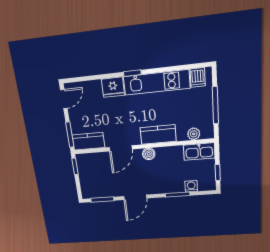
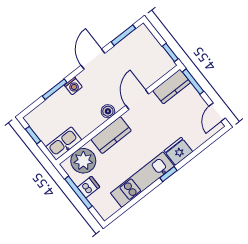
dishwasher: (198, 77) -> (89, 187), moved, turned 90
plant: (194, 134) -> (83, 161), width x1.88, depth x1.88
washing machine: (191, 186) -> (73, 86), moved

